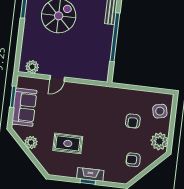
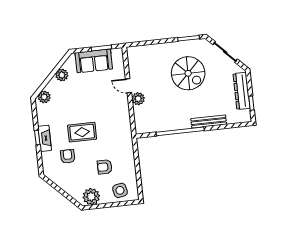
plant: (32, 67) -> (138, 99), moved
rug: (68, 143) -> (82, 132), moved, turned 90
armchair: (133, 160) -> (68, 156), moved
plant: (49, 165) -> (44, 97), added

